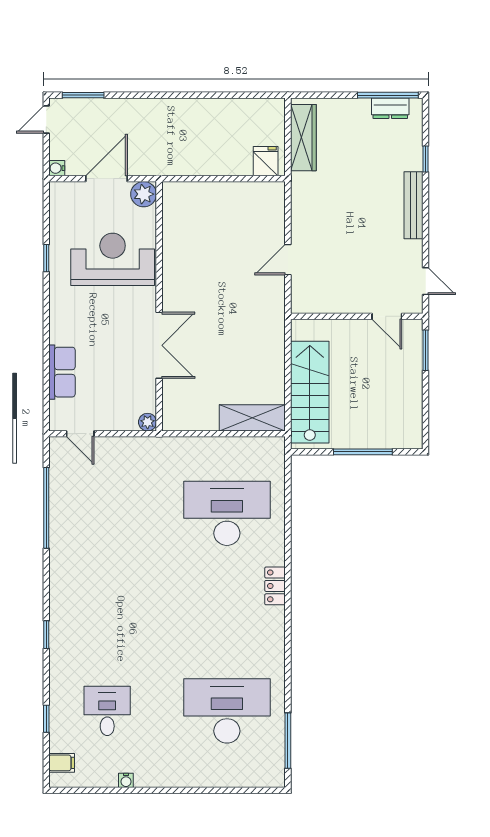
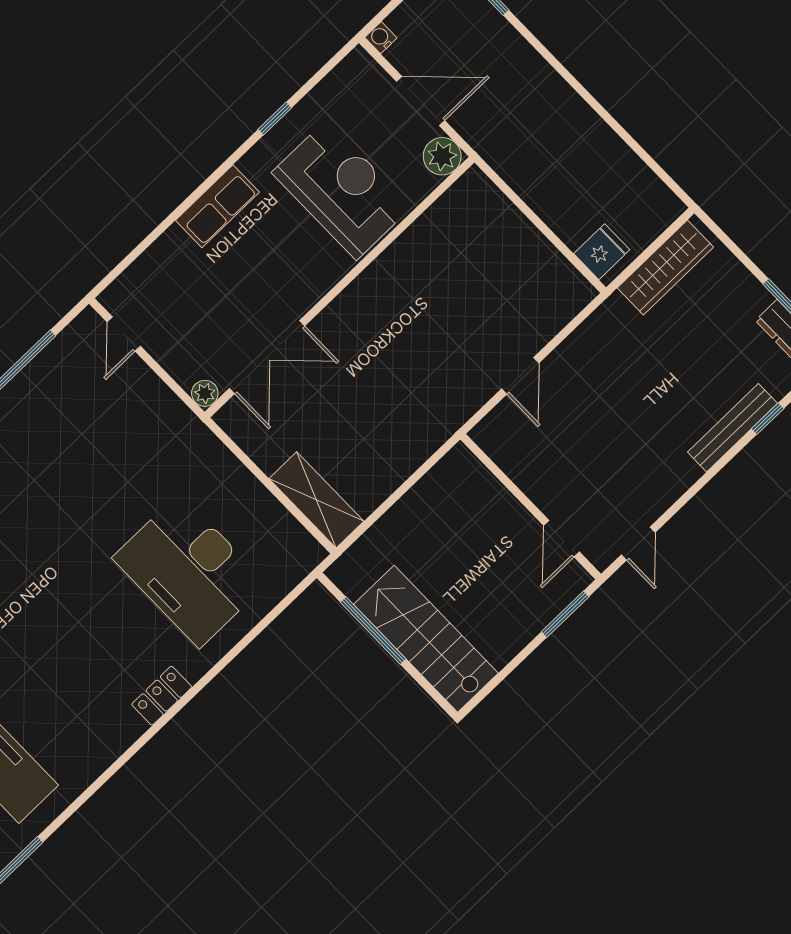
bench: (413, 205) -> (733, 428), moved
door: (288, 260) -> (520, 376), swing flipped
double door: (159, 345) -> (267, 357), moved
row of seats: (62, 372) -> (217, 206), moved
stairs: (310, 392) -> (426, 639), moved, turned -90
window: (363, 452) -> (373, 631), moved
desk: (227, 513) -> (189, 571), turned 180

